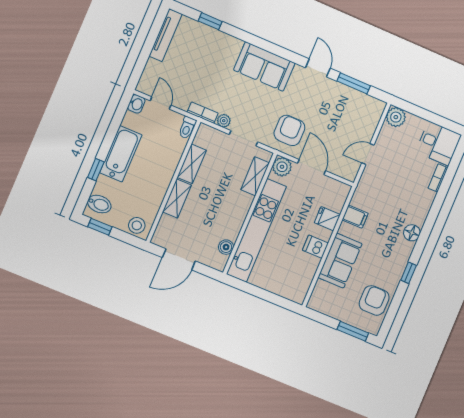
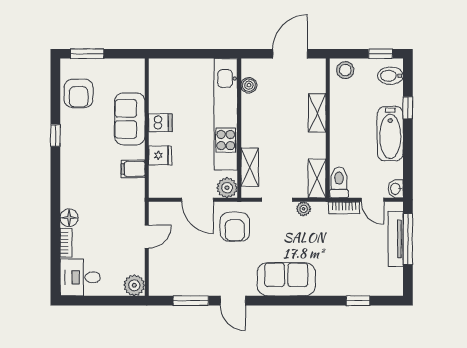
tv unit: (166, 35) -> (396, 239), moved
window: (144, 56) -> (408, 239), added
bookcase: (203, 113) -> (344, 208), moved
toilet: (187, 128) -> (339, 182), width x1.37, depth x1.39
shelving: (192, 164) -> (317, 178), moved
floor lamp: (412, 233) -> (69, 218), moved

